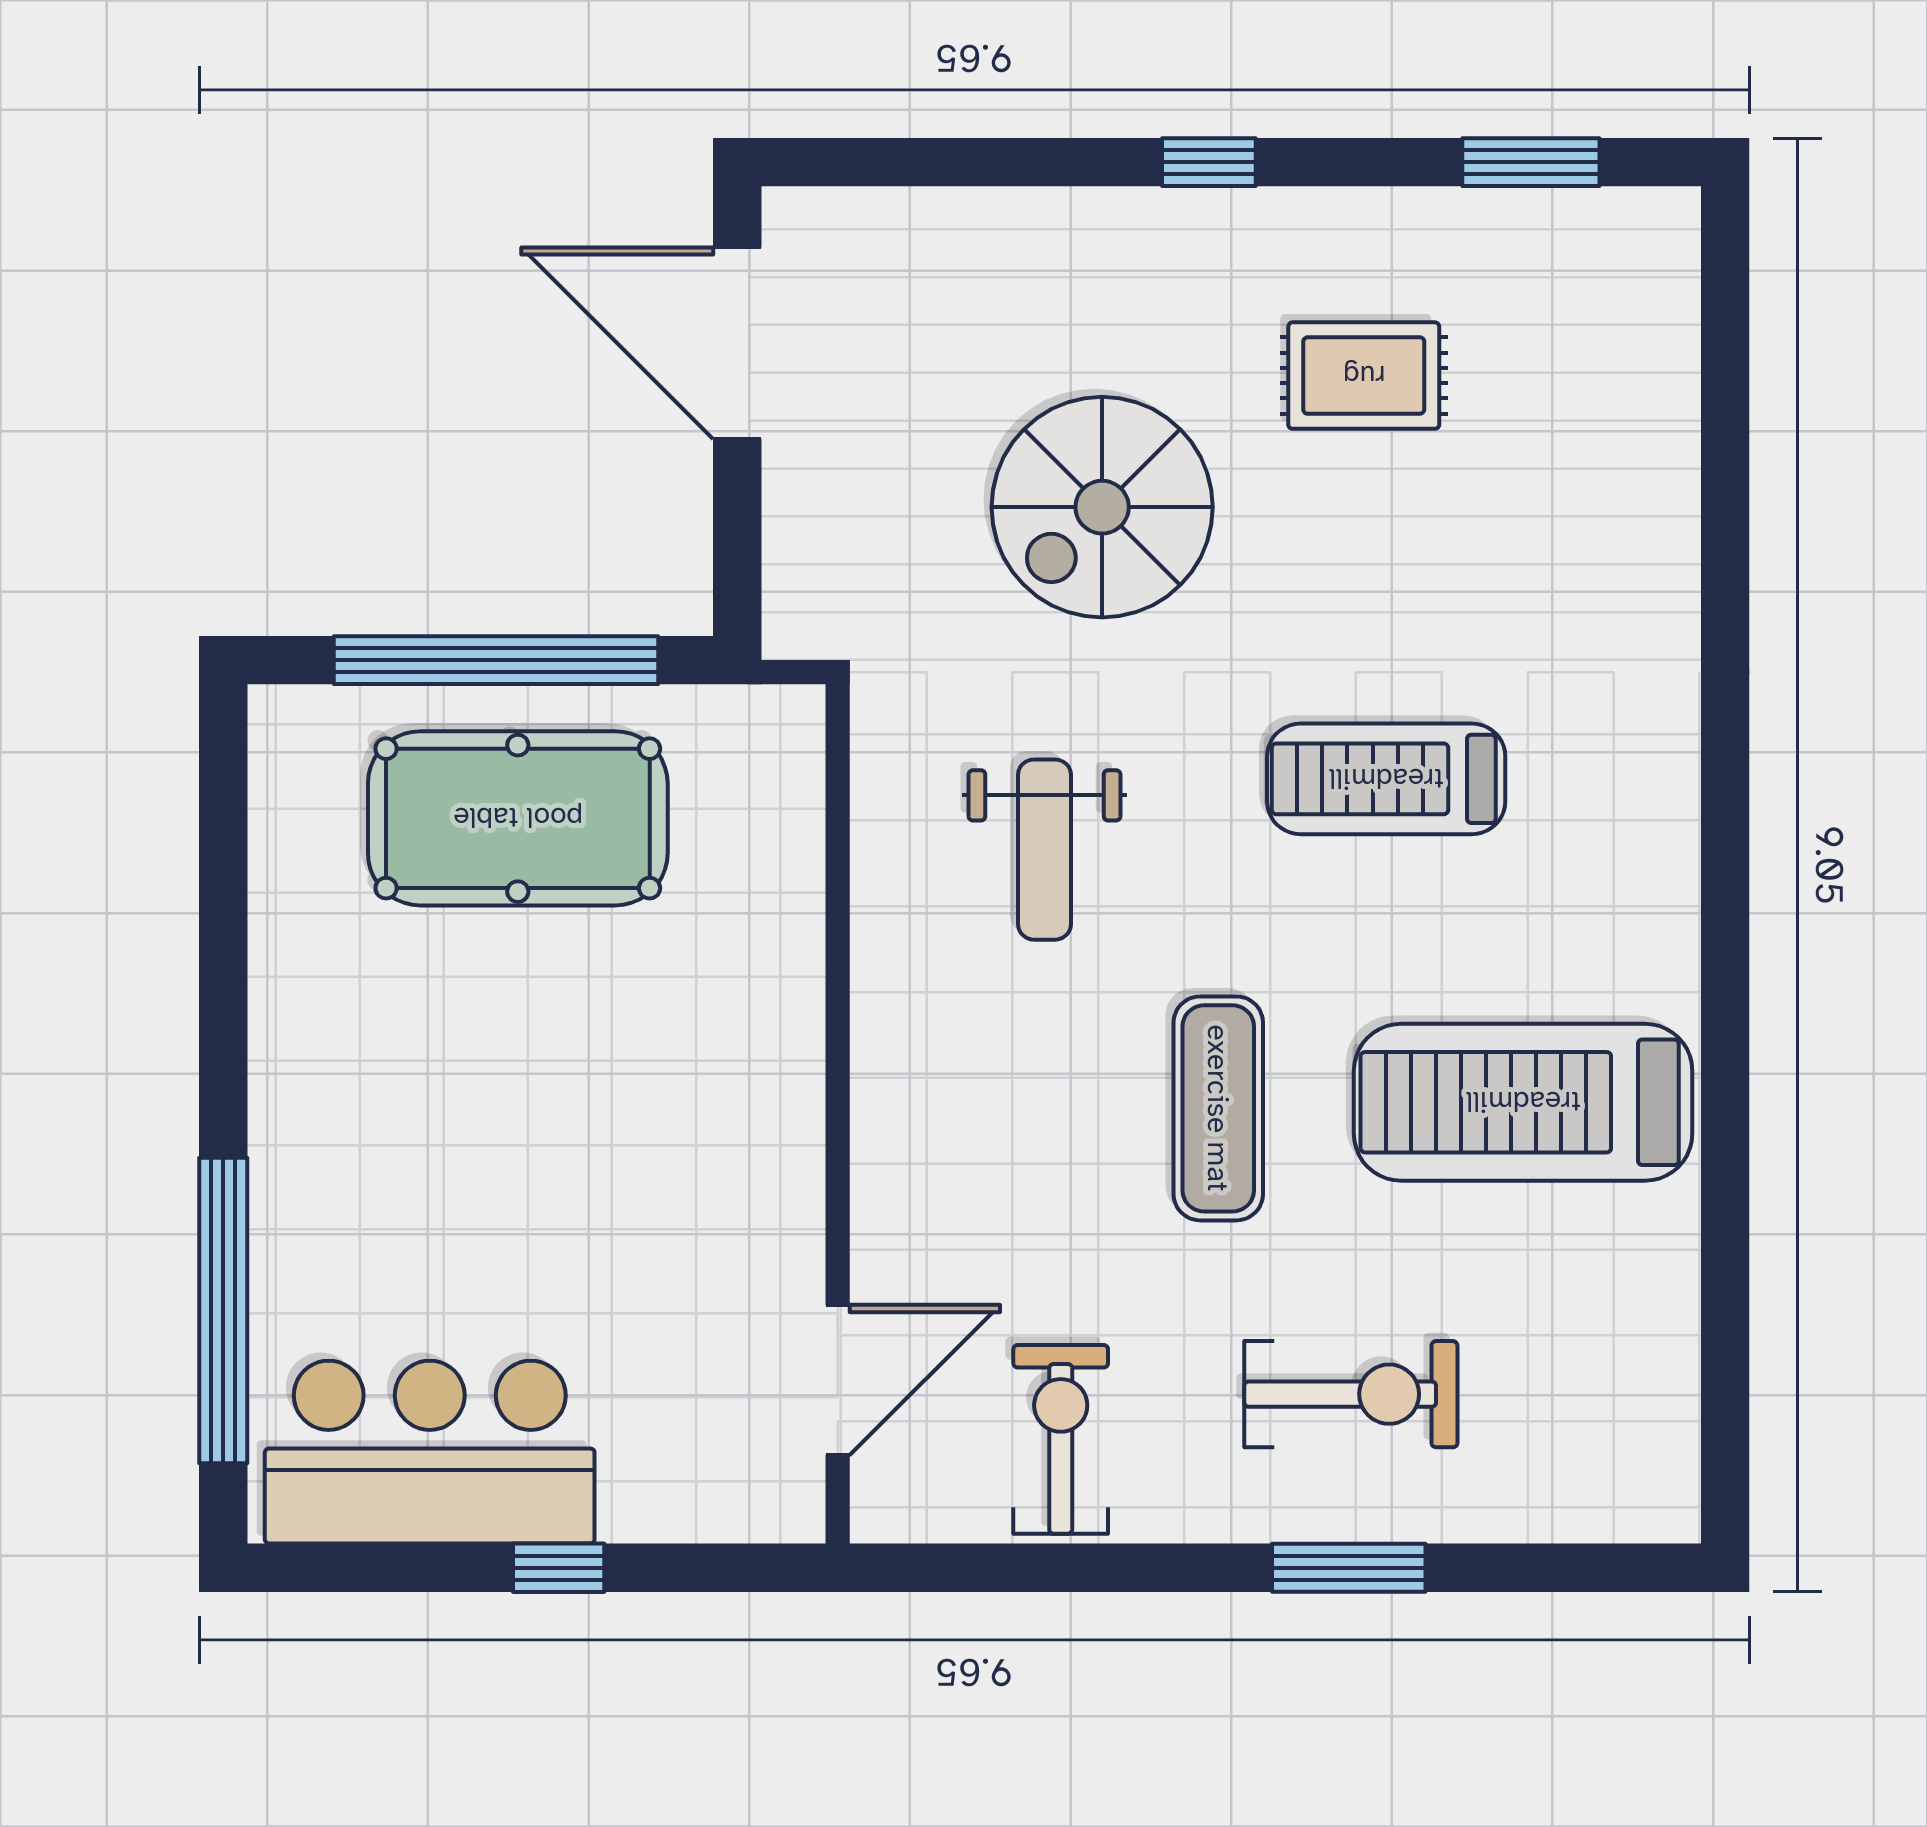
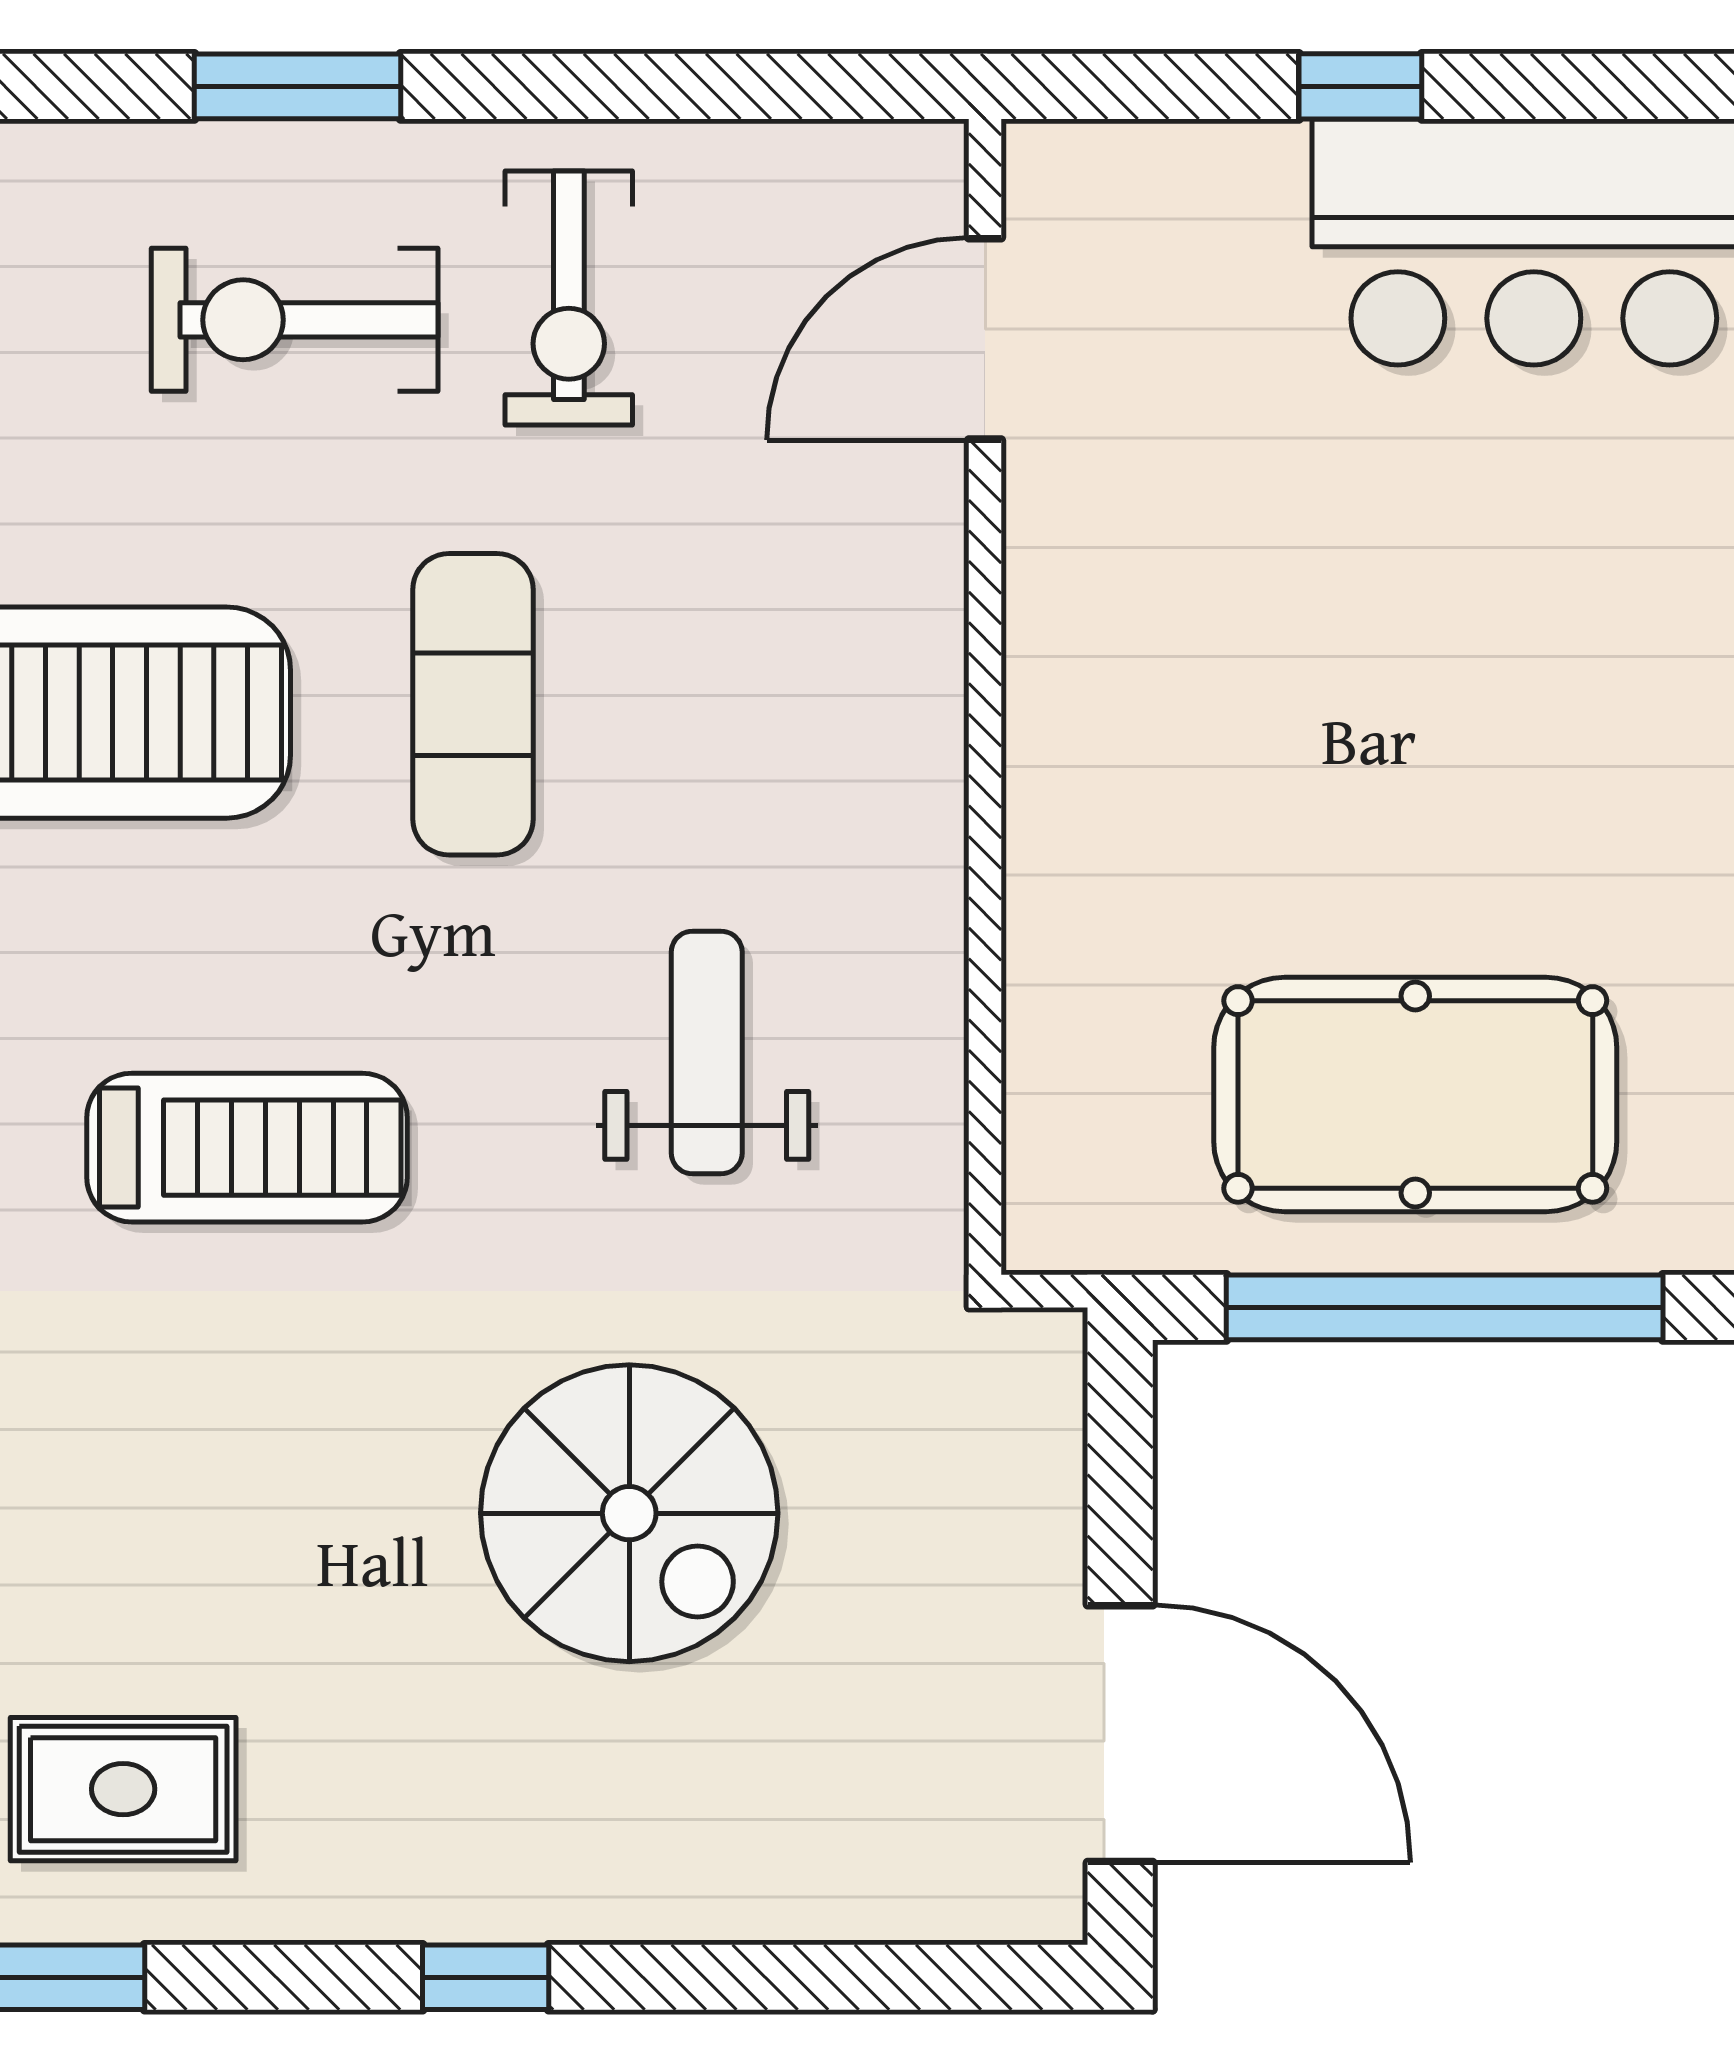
rug: (1364, 376) -> (123, 1789), moved
spiral stairs: (1102, 507) -> (629, 1513), turned 90
exercise bike: (1061, 1439) -> (569, 298), moved

